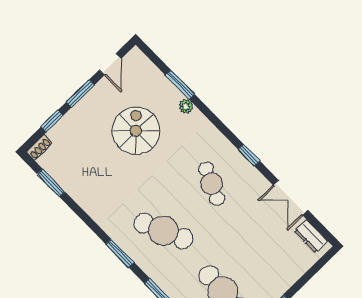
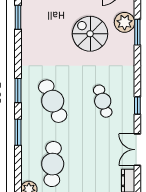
plant: (186, 106) -> (125, 22), moved, width x1.88, depth x1.88
spiral stairs: (136, 131) -> (90, 34), turned -90
cafe table: (212, 184) -> (103, 101), turned -42

